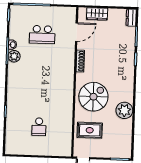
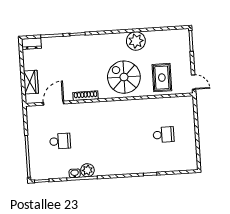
door: (76, 32) -> (53, 103), hinge flipped
school desk: (42, 35) -> (60, 141), width x0.54

